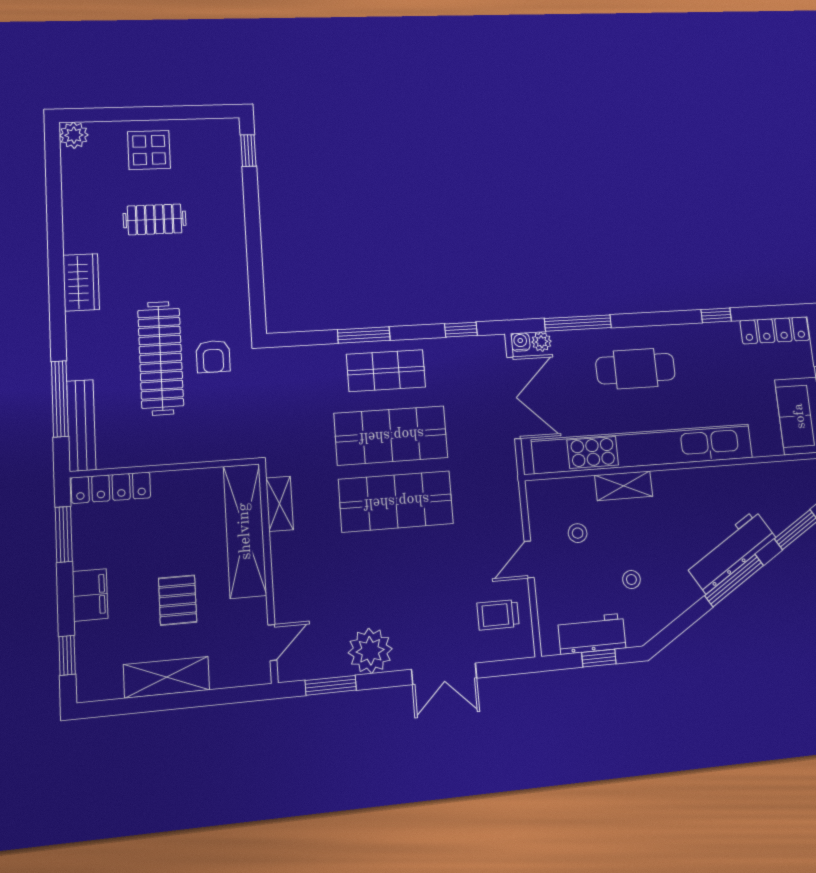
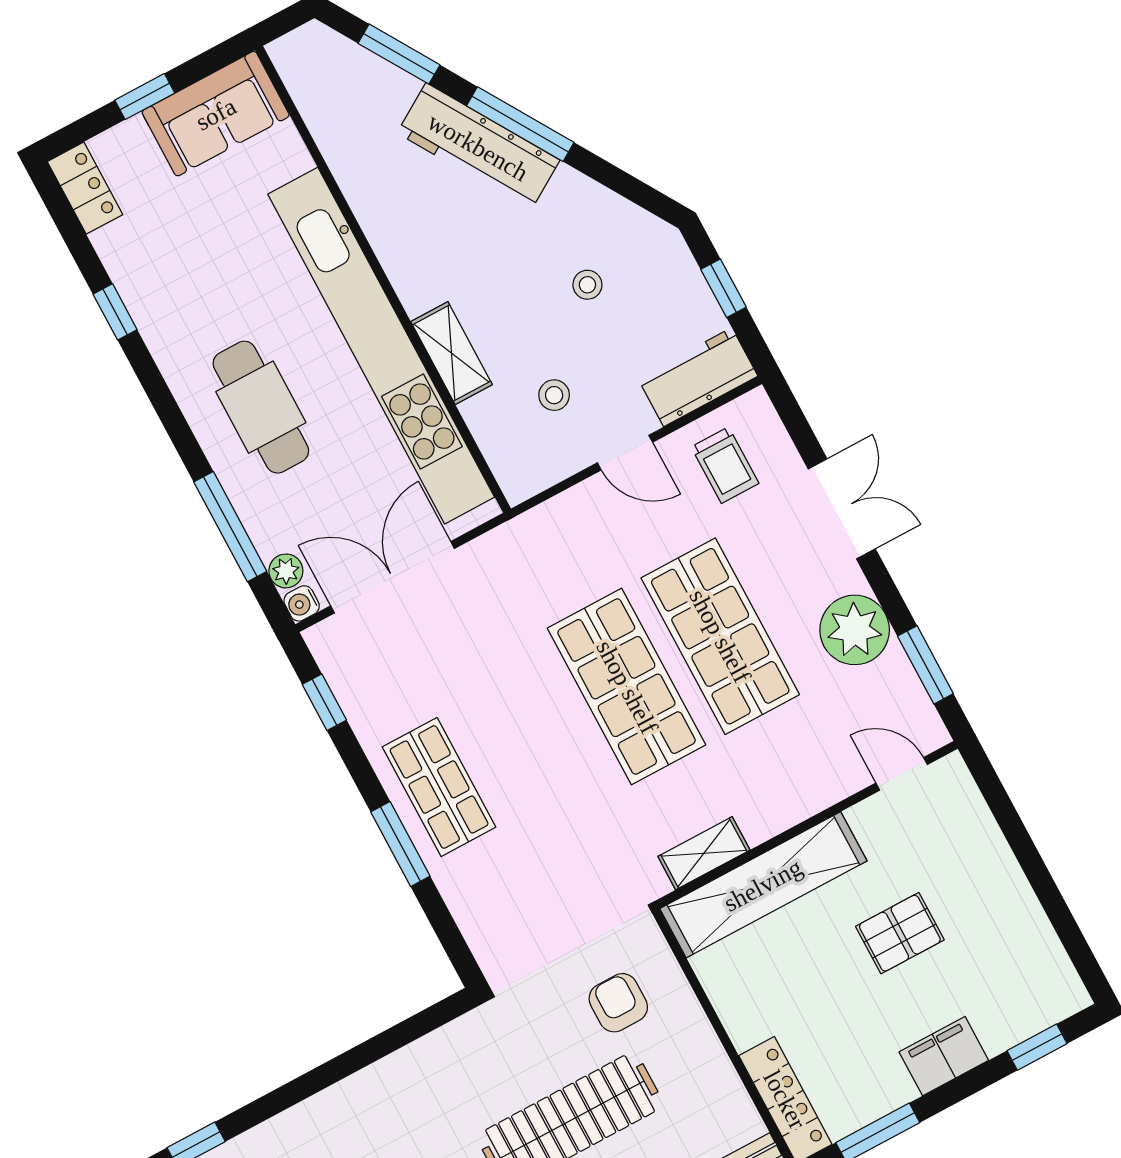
locker: (775, 330) -> (85, 188), width x0.66
armchair: (213, 356) -> (618, 1003), moved, turned -90
shop shelf: (391, 435) -> (720, 636), moved
workbench: (592, 634) -> (698, 377), moved, turned 90
shelving: (167, 677) -> (1010, 898), removed

